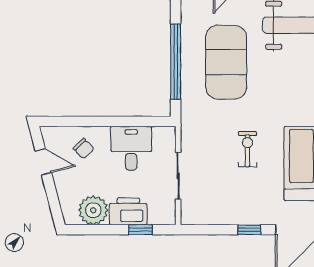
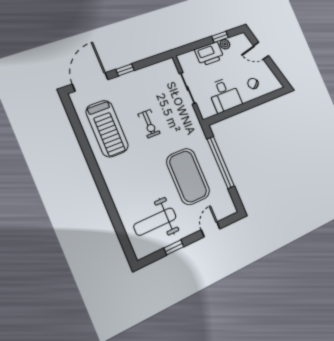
door: (43, 162) -> (261, 51), moved
plant: (93, 210) -> (225, 44), width x0.53, depth x0.53
window: (140, 230) -> (220, 37), moved

